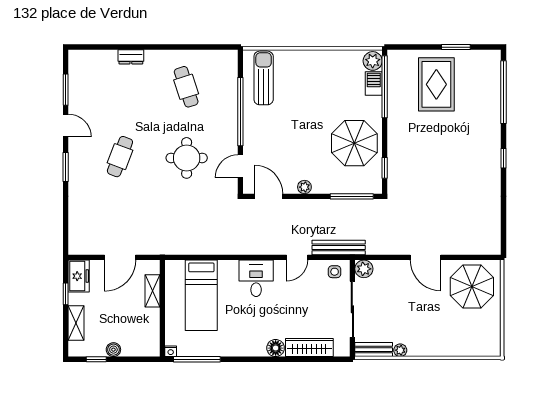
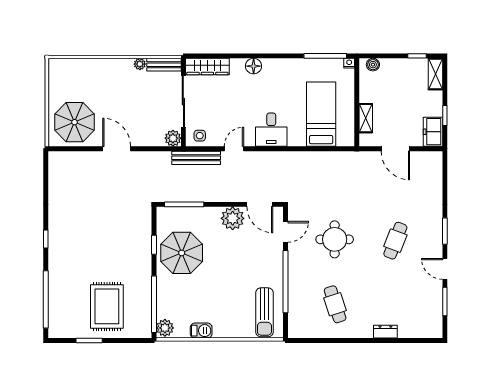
barbecue: (374, 84) -> (201, 331), moved, turned -90
window: (385, 168) -> (154, 245), moved
plant: (304, 187) -> (233, 218), width x1.87, depth x1.87
door: (120, 257) -> (395, 149), swing flipped
shelving: (76, 323) -> (435, 74), moved
wardrobe: (309, 347) -> (207, 67), moved
boiler: (113, 350) -> (373, 65), moved

